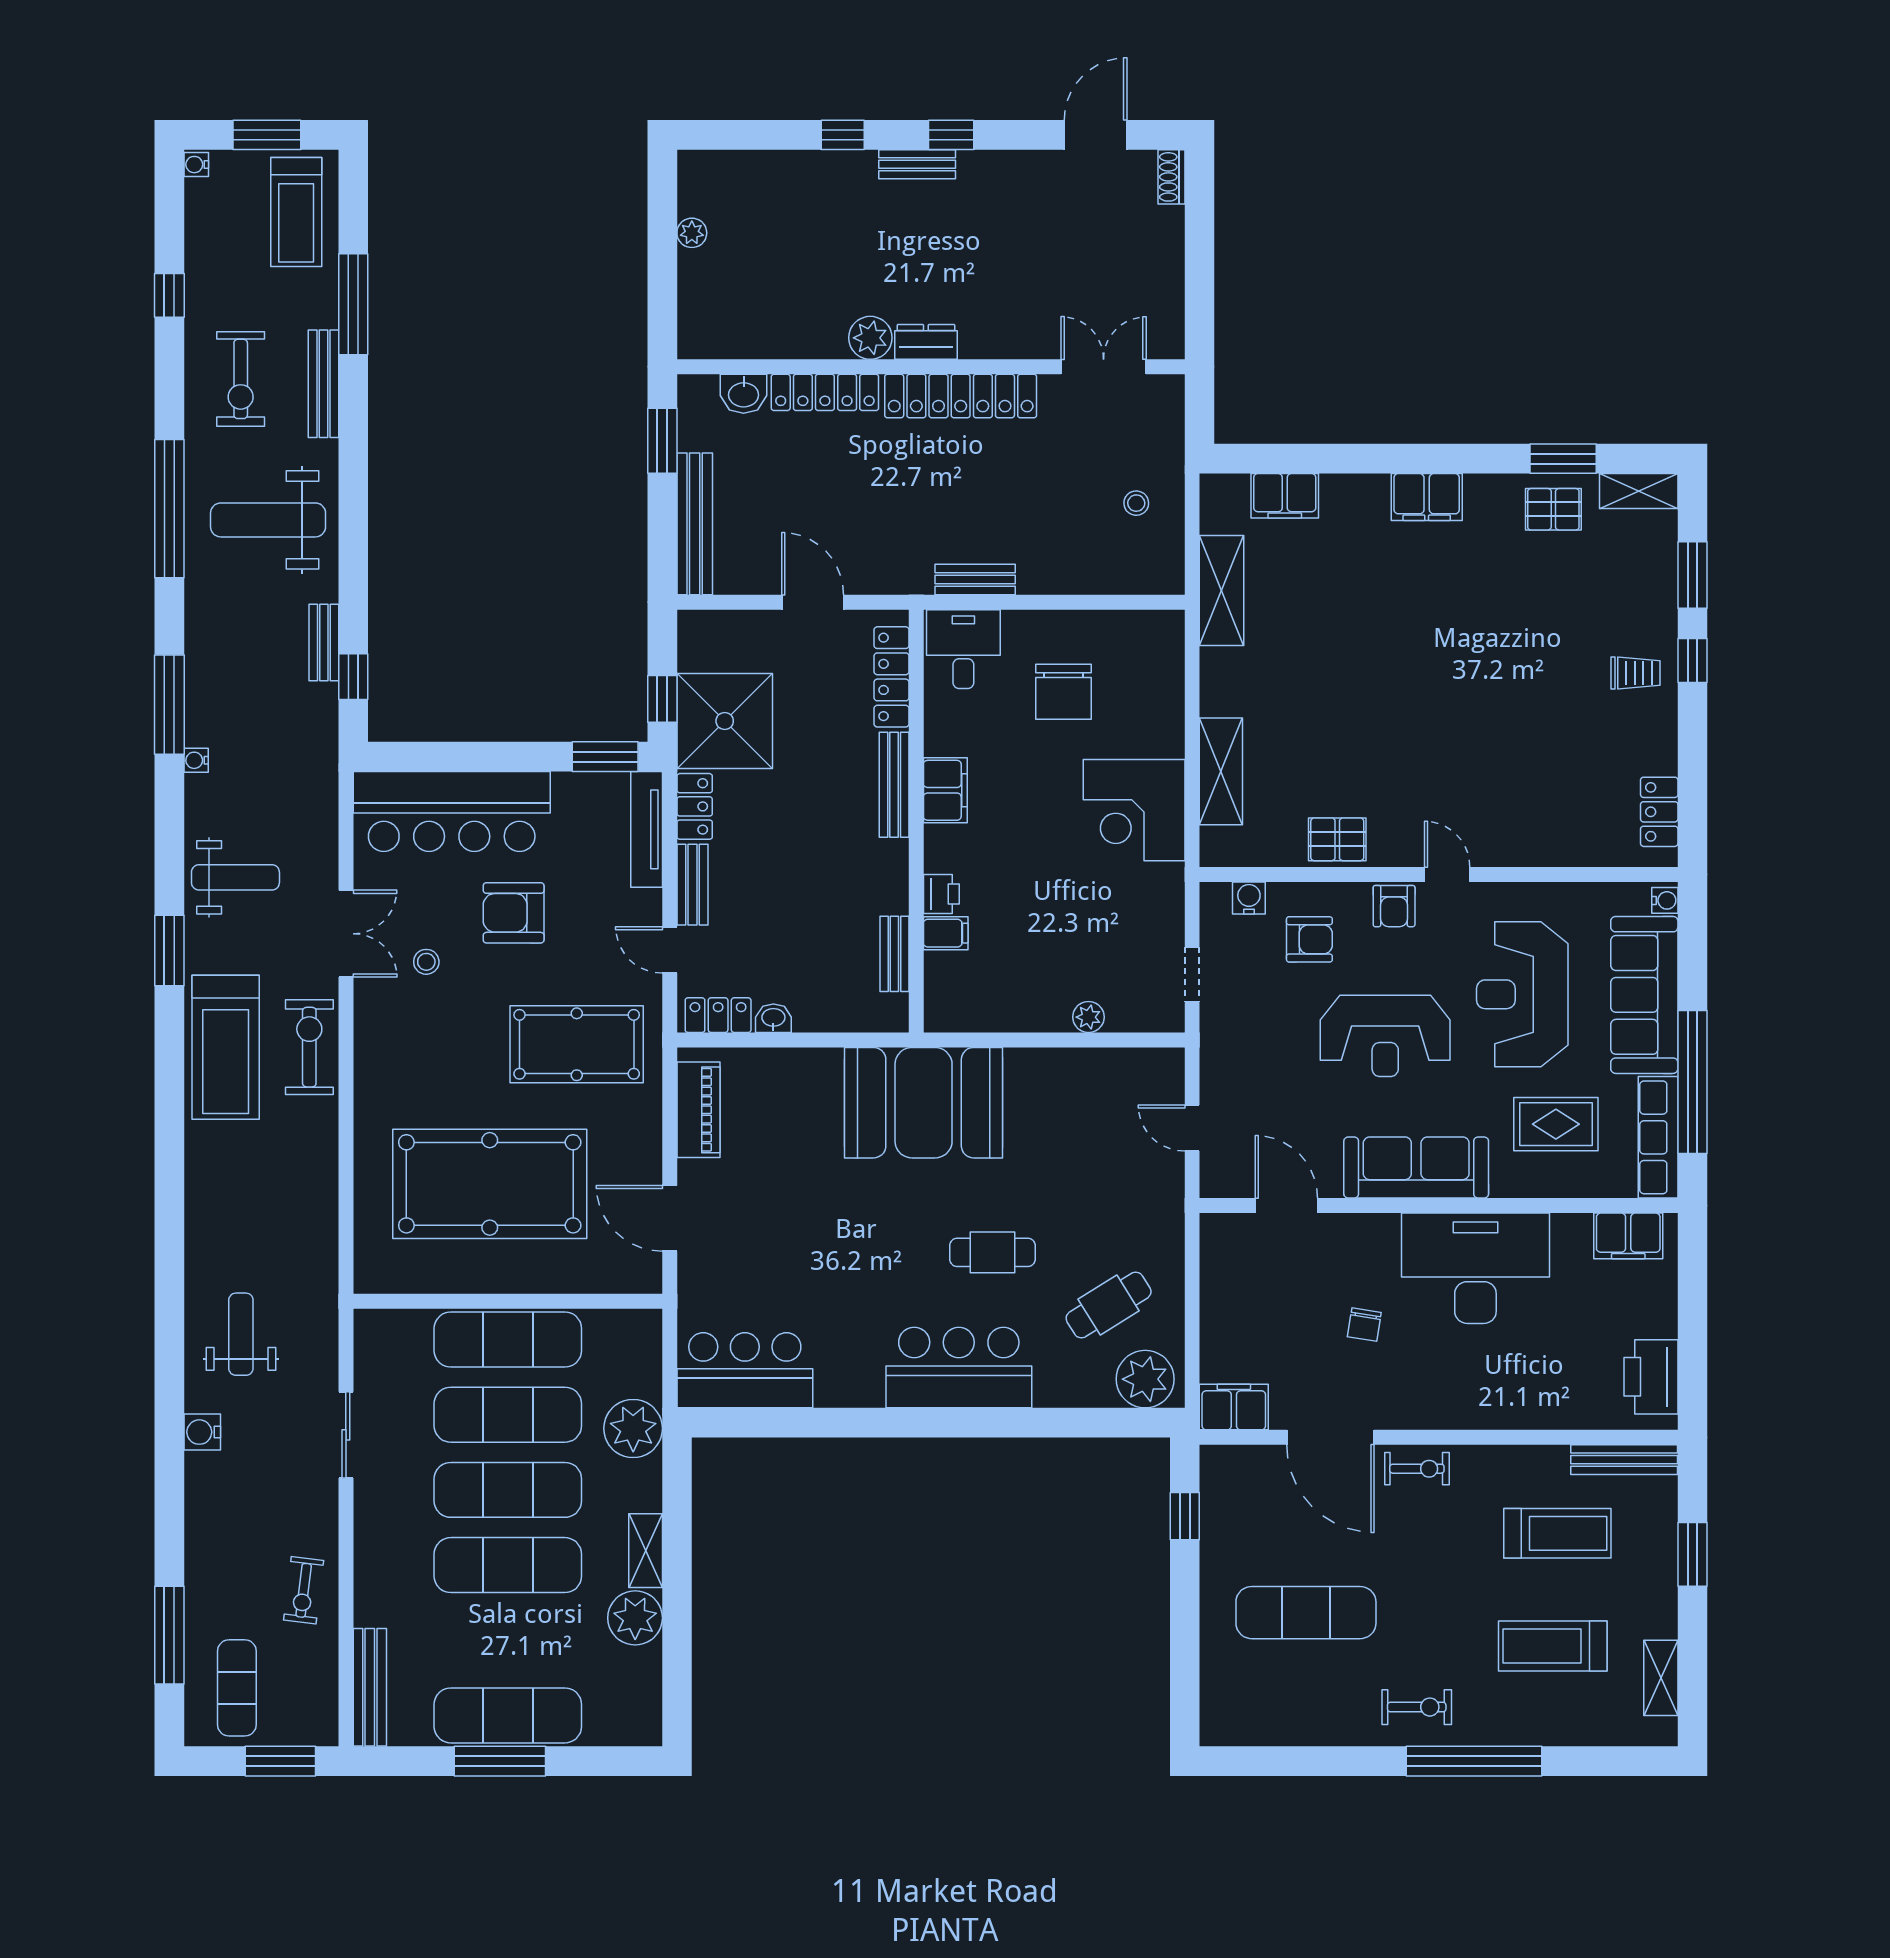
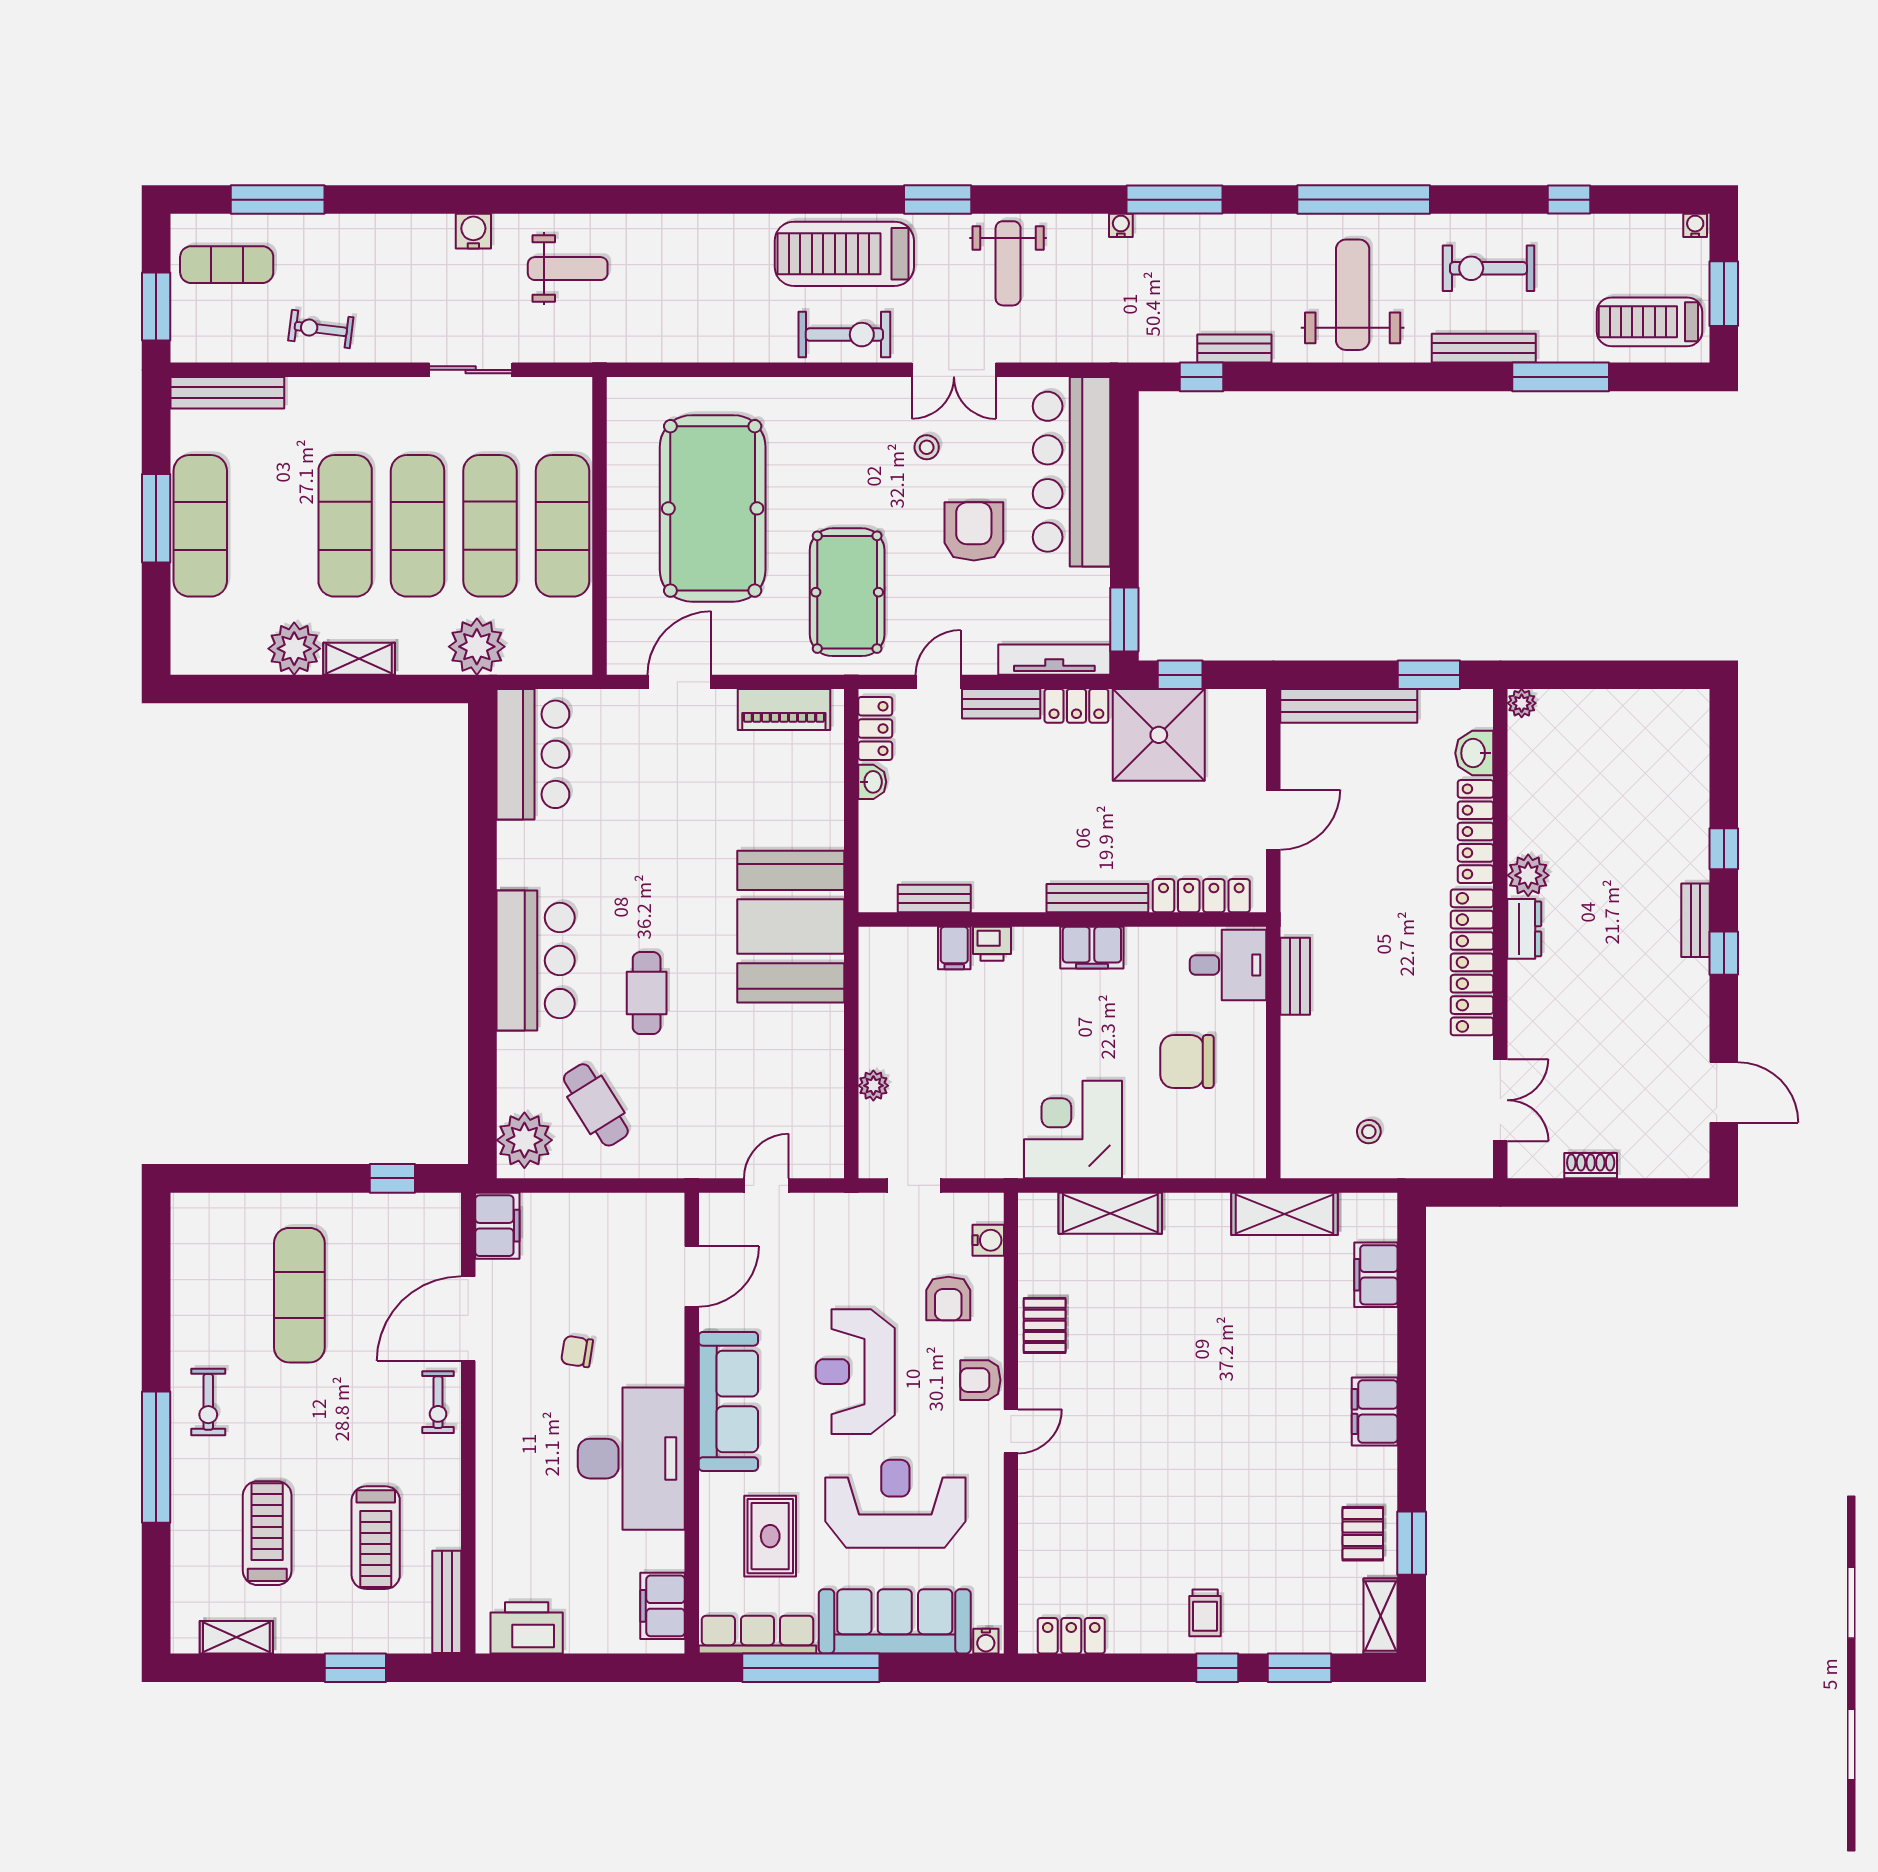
shoe rack: (1171, 177) -> (1591, 1166), moved
plant: (692, 233) -> (1522, 703), moved

